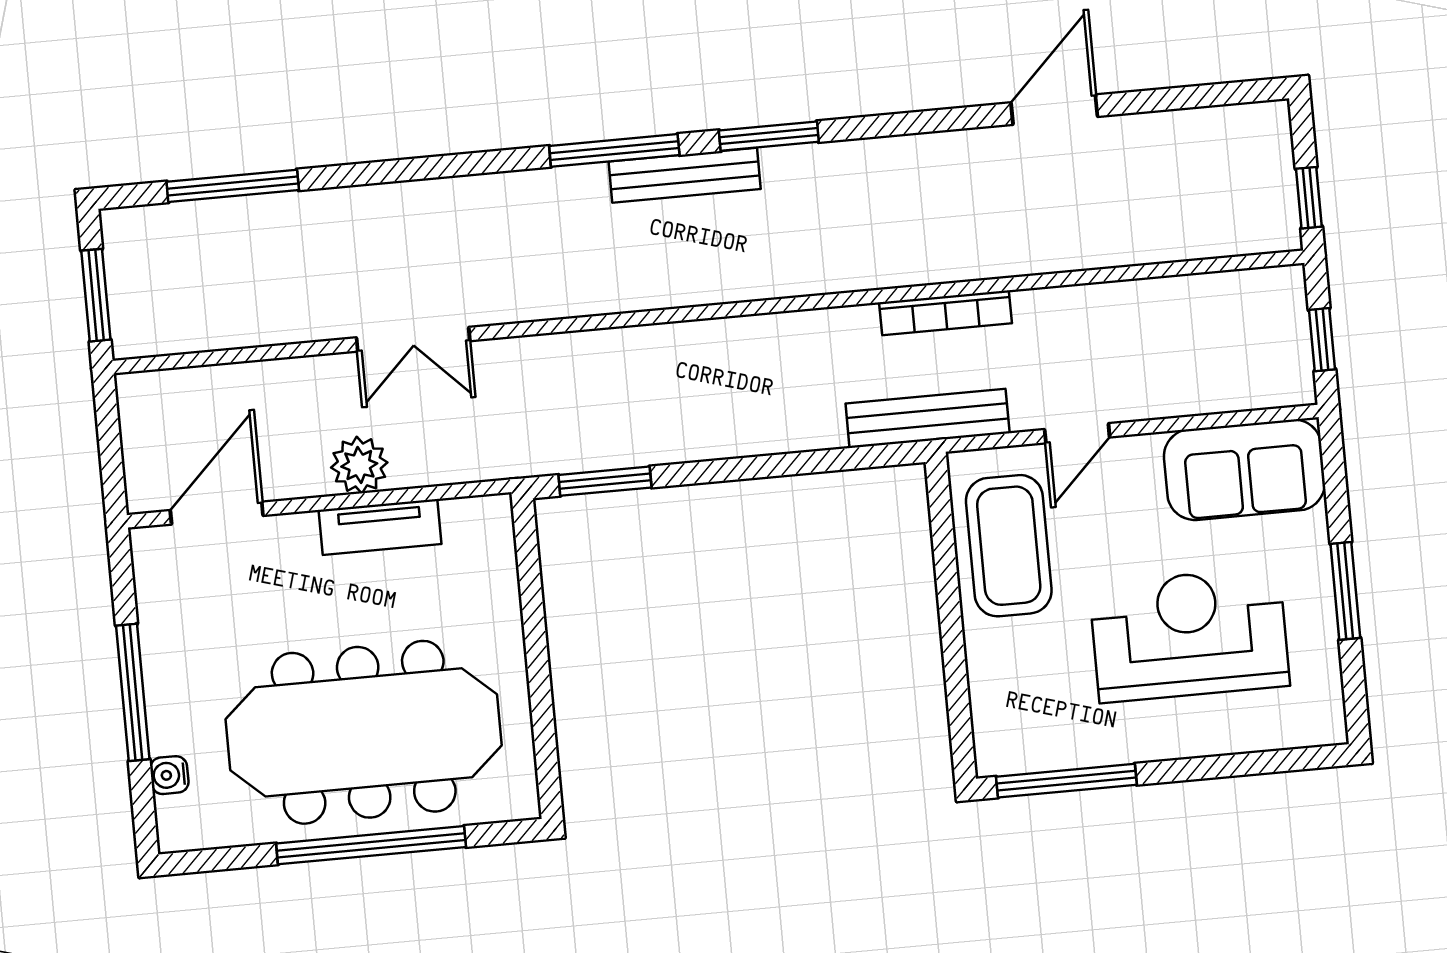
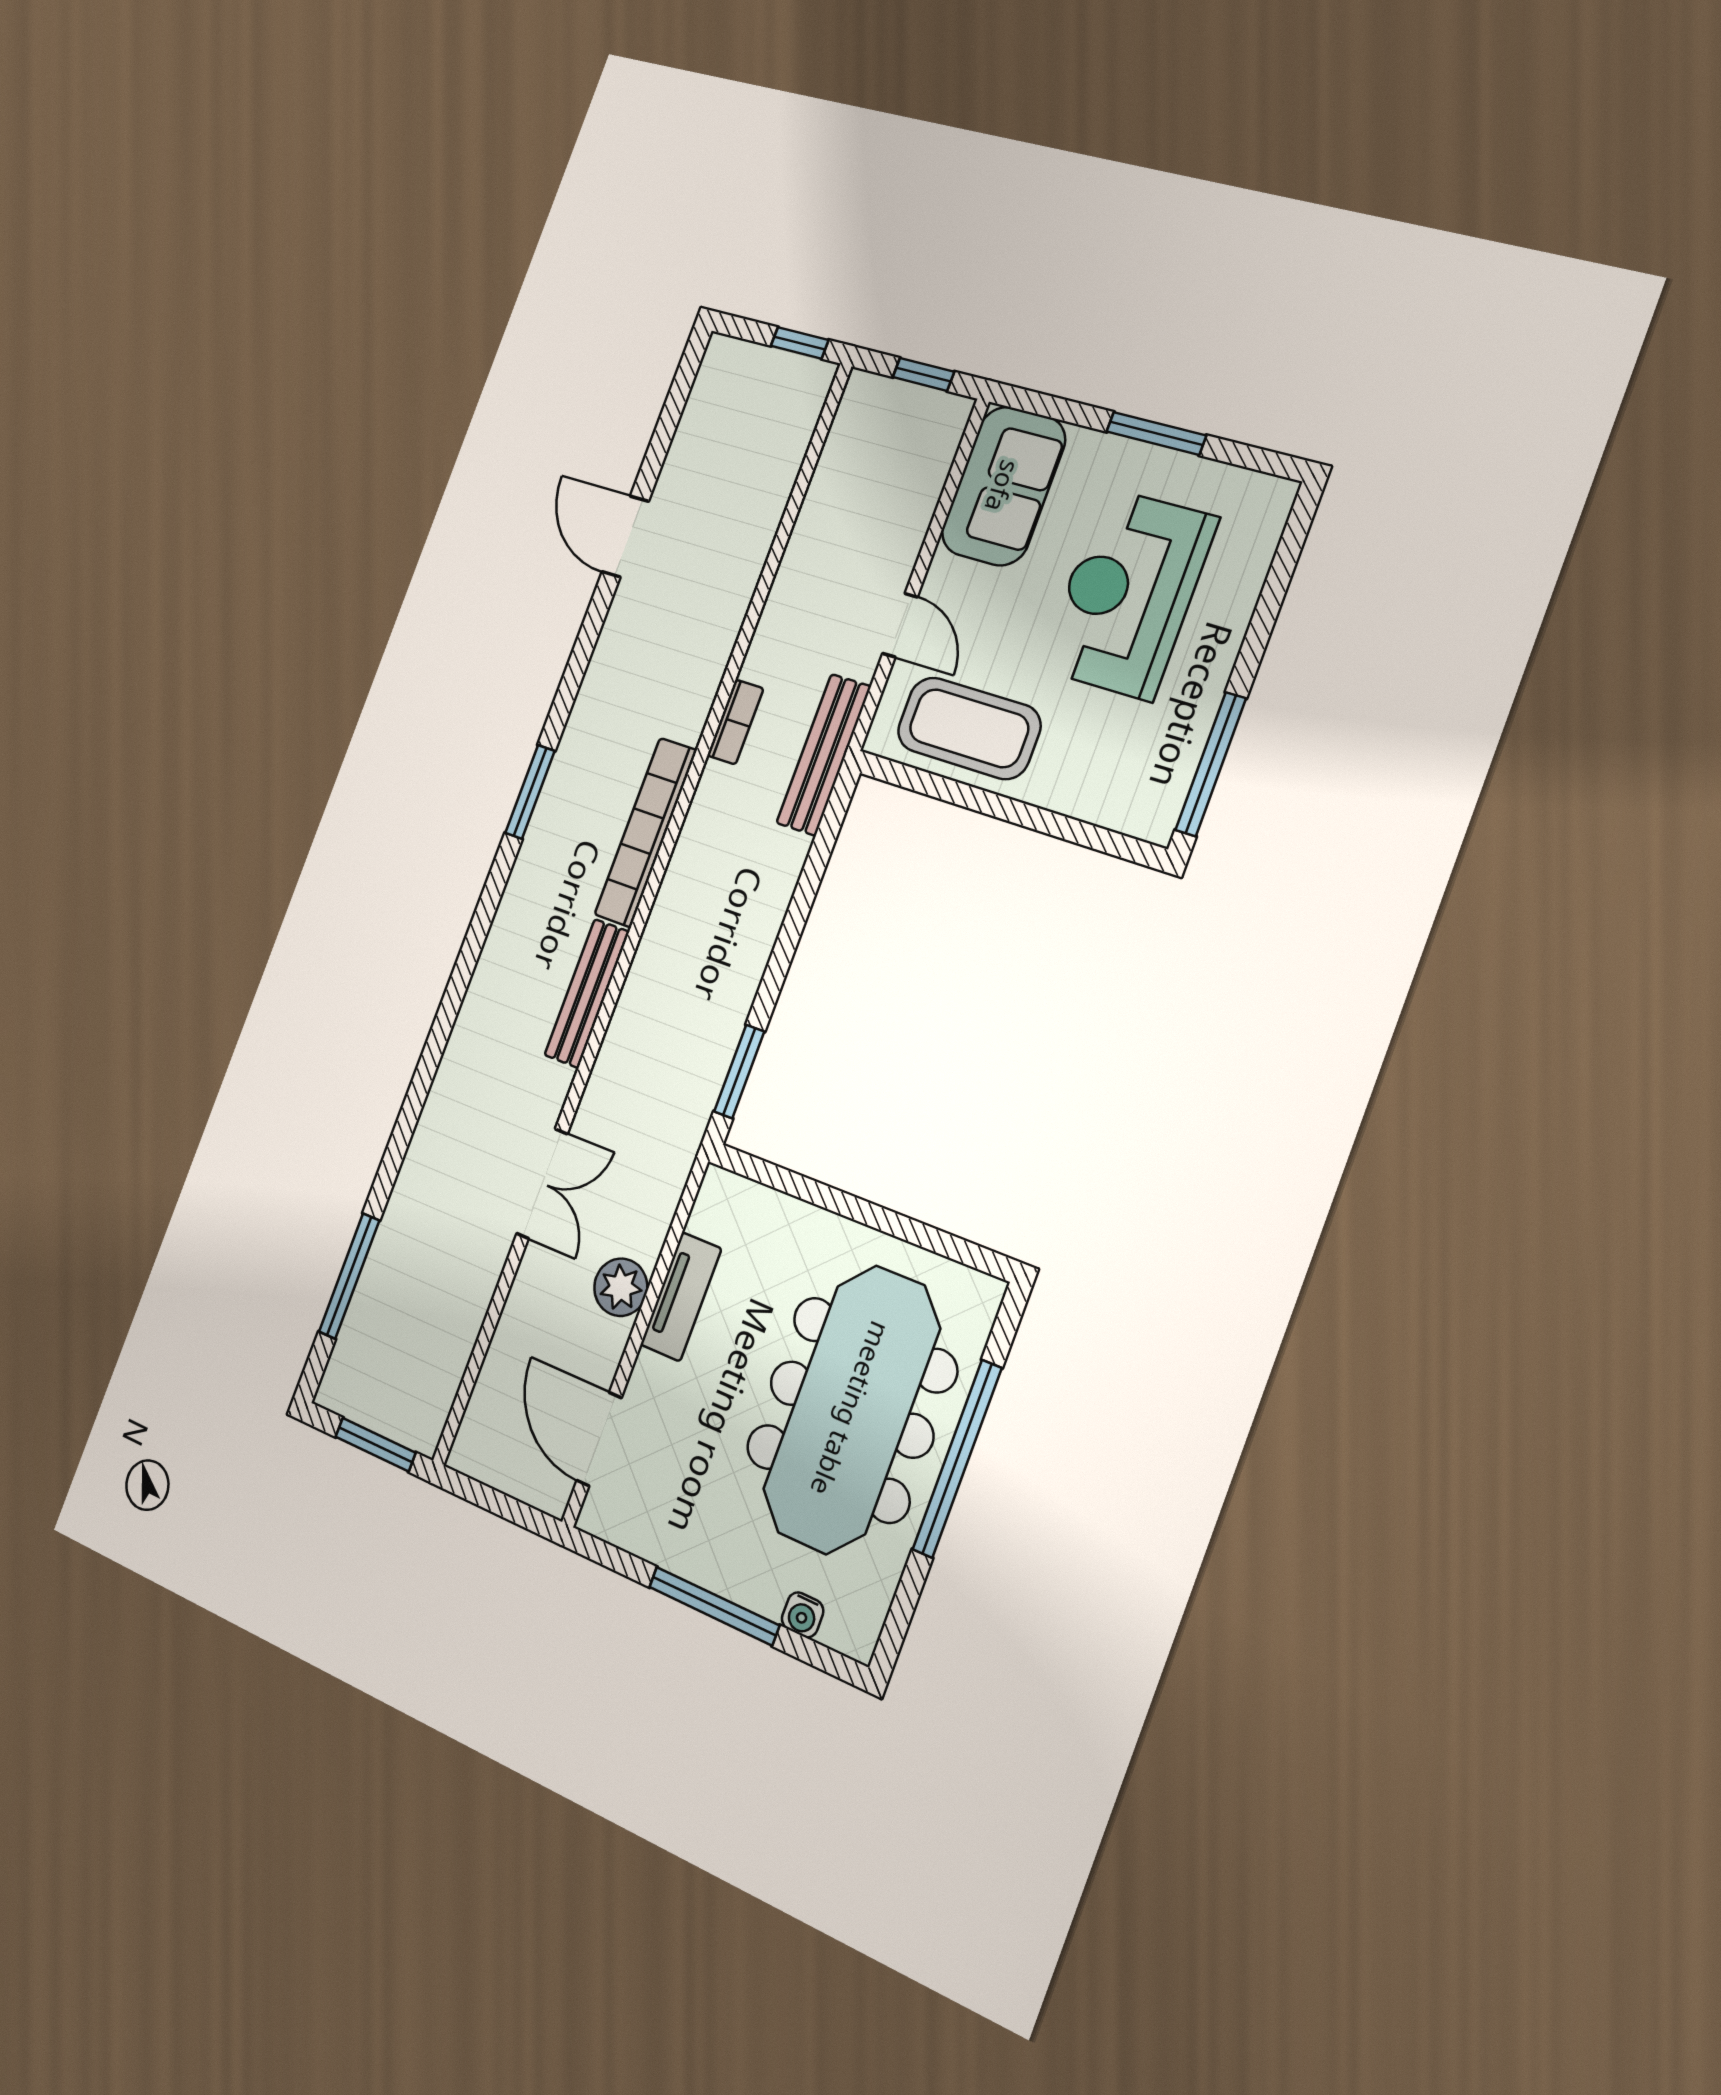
window: (614, 150) -> (478, 931), removed
bench: (685, 175) -> (587, 993), moved
bookcase: (781, 277) -> (646, 832), added
bookcase: (945, 313) -> (735, 722), width x0.64

